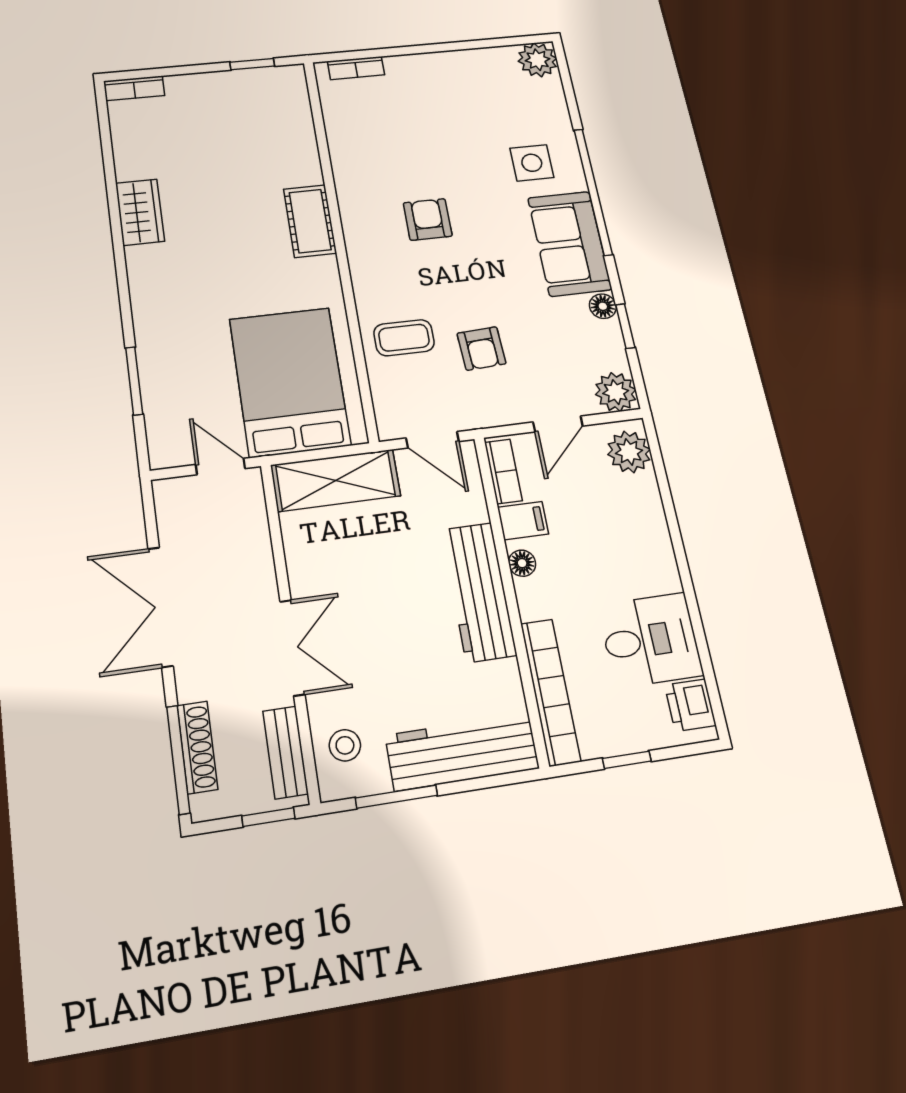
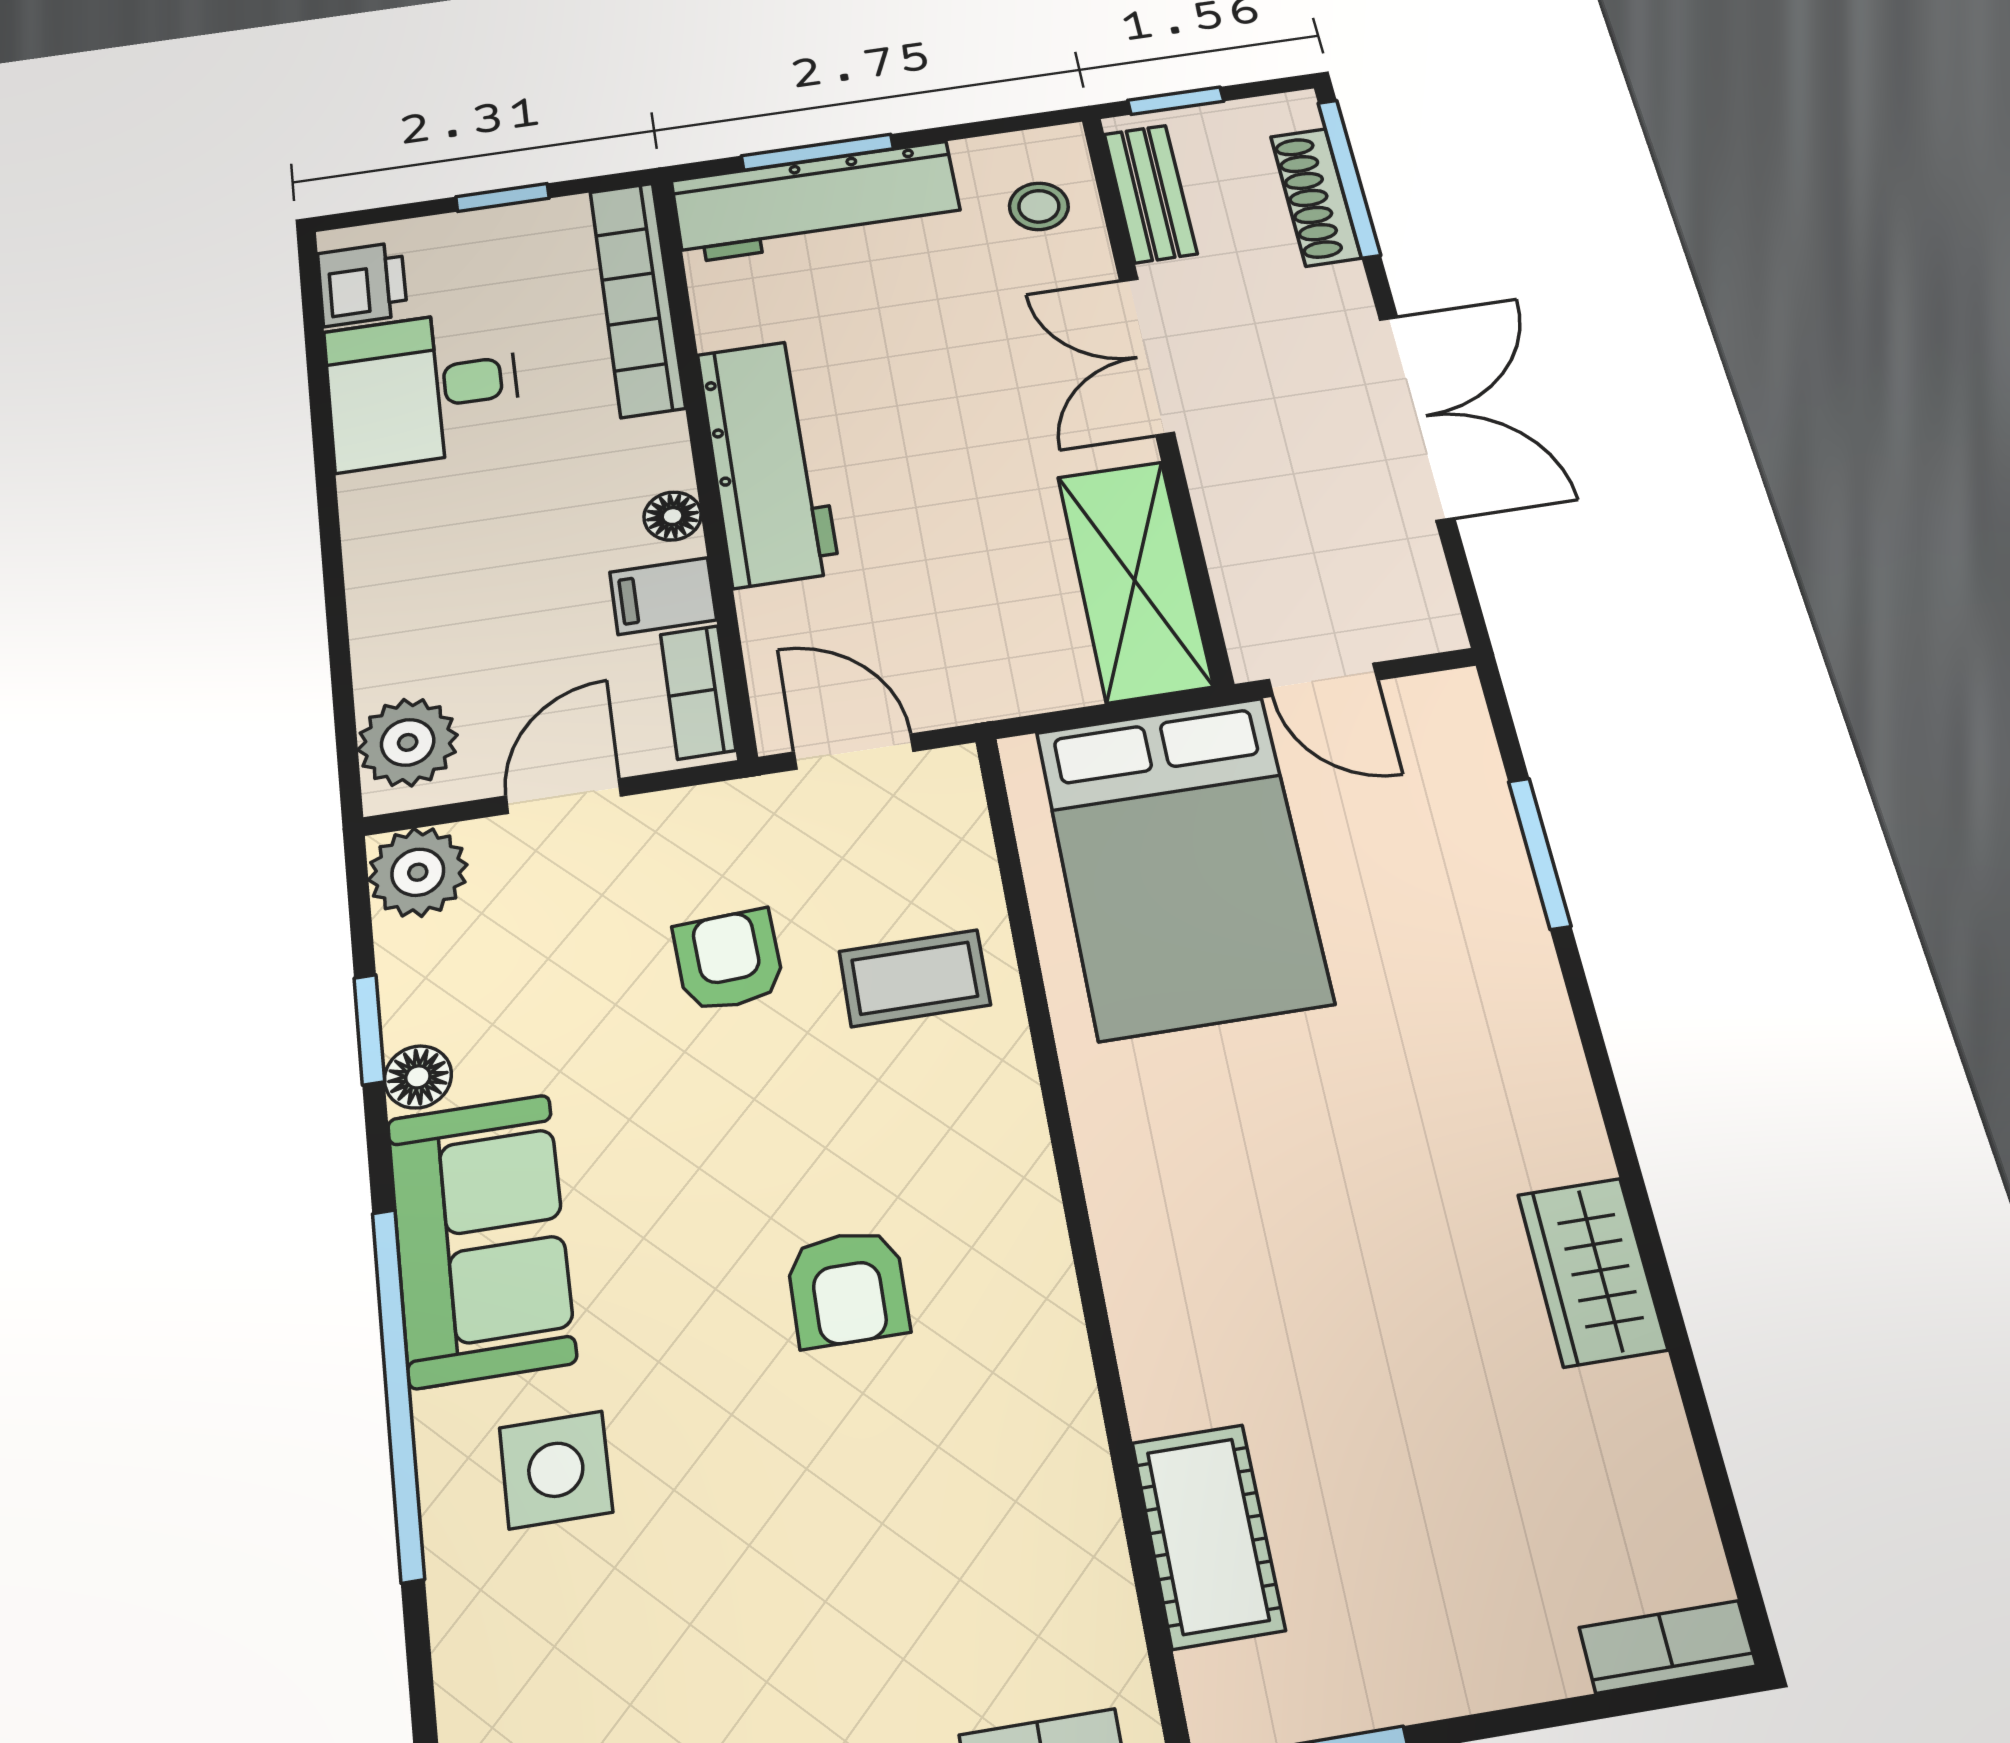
cot: (310, 221) -> (1208, 1536), moved
shelving: (336, 480) -> (1135, 580), moved, turned 90
window: (396, 797) -> (817, 152), moved

